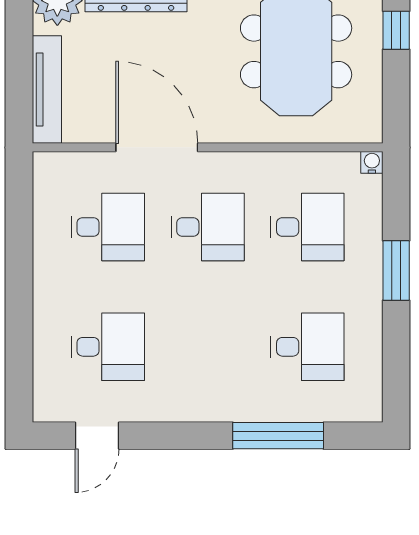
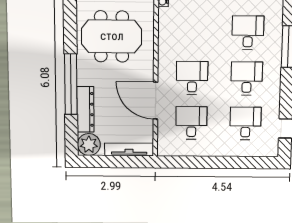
door: (157, 147) -> (156, 101), hinge flipped
desk: (307, 227) -> (247, 78), moved

